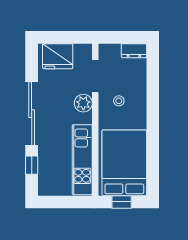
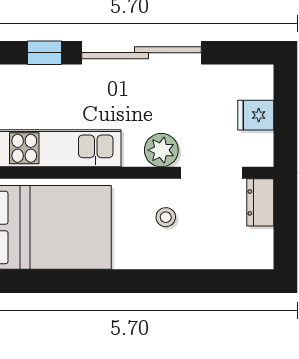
dresser: (134, 51) -> (260, 202), moved
fridge: (58, 56) -> (256, 115), width x0.53, depth x0.75

